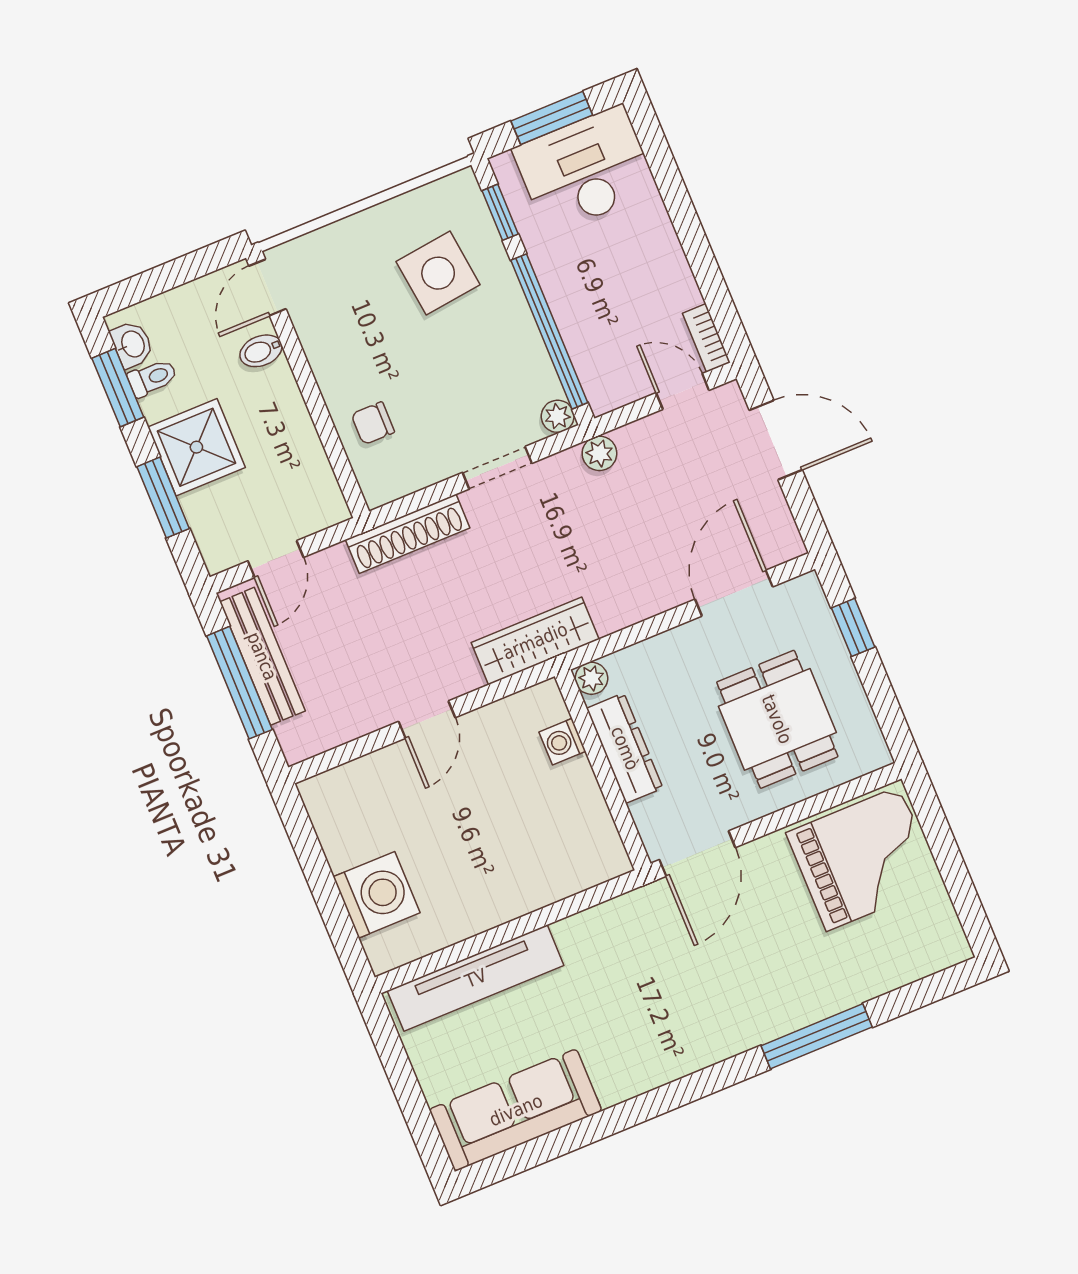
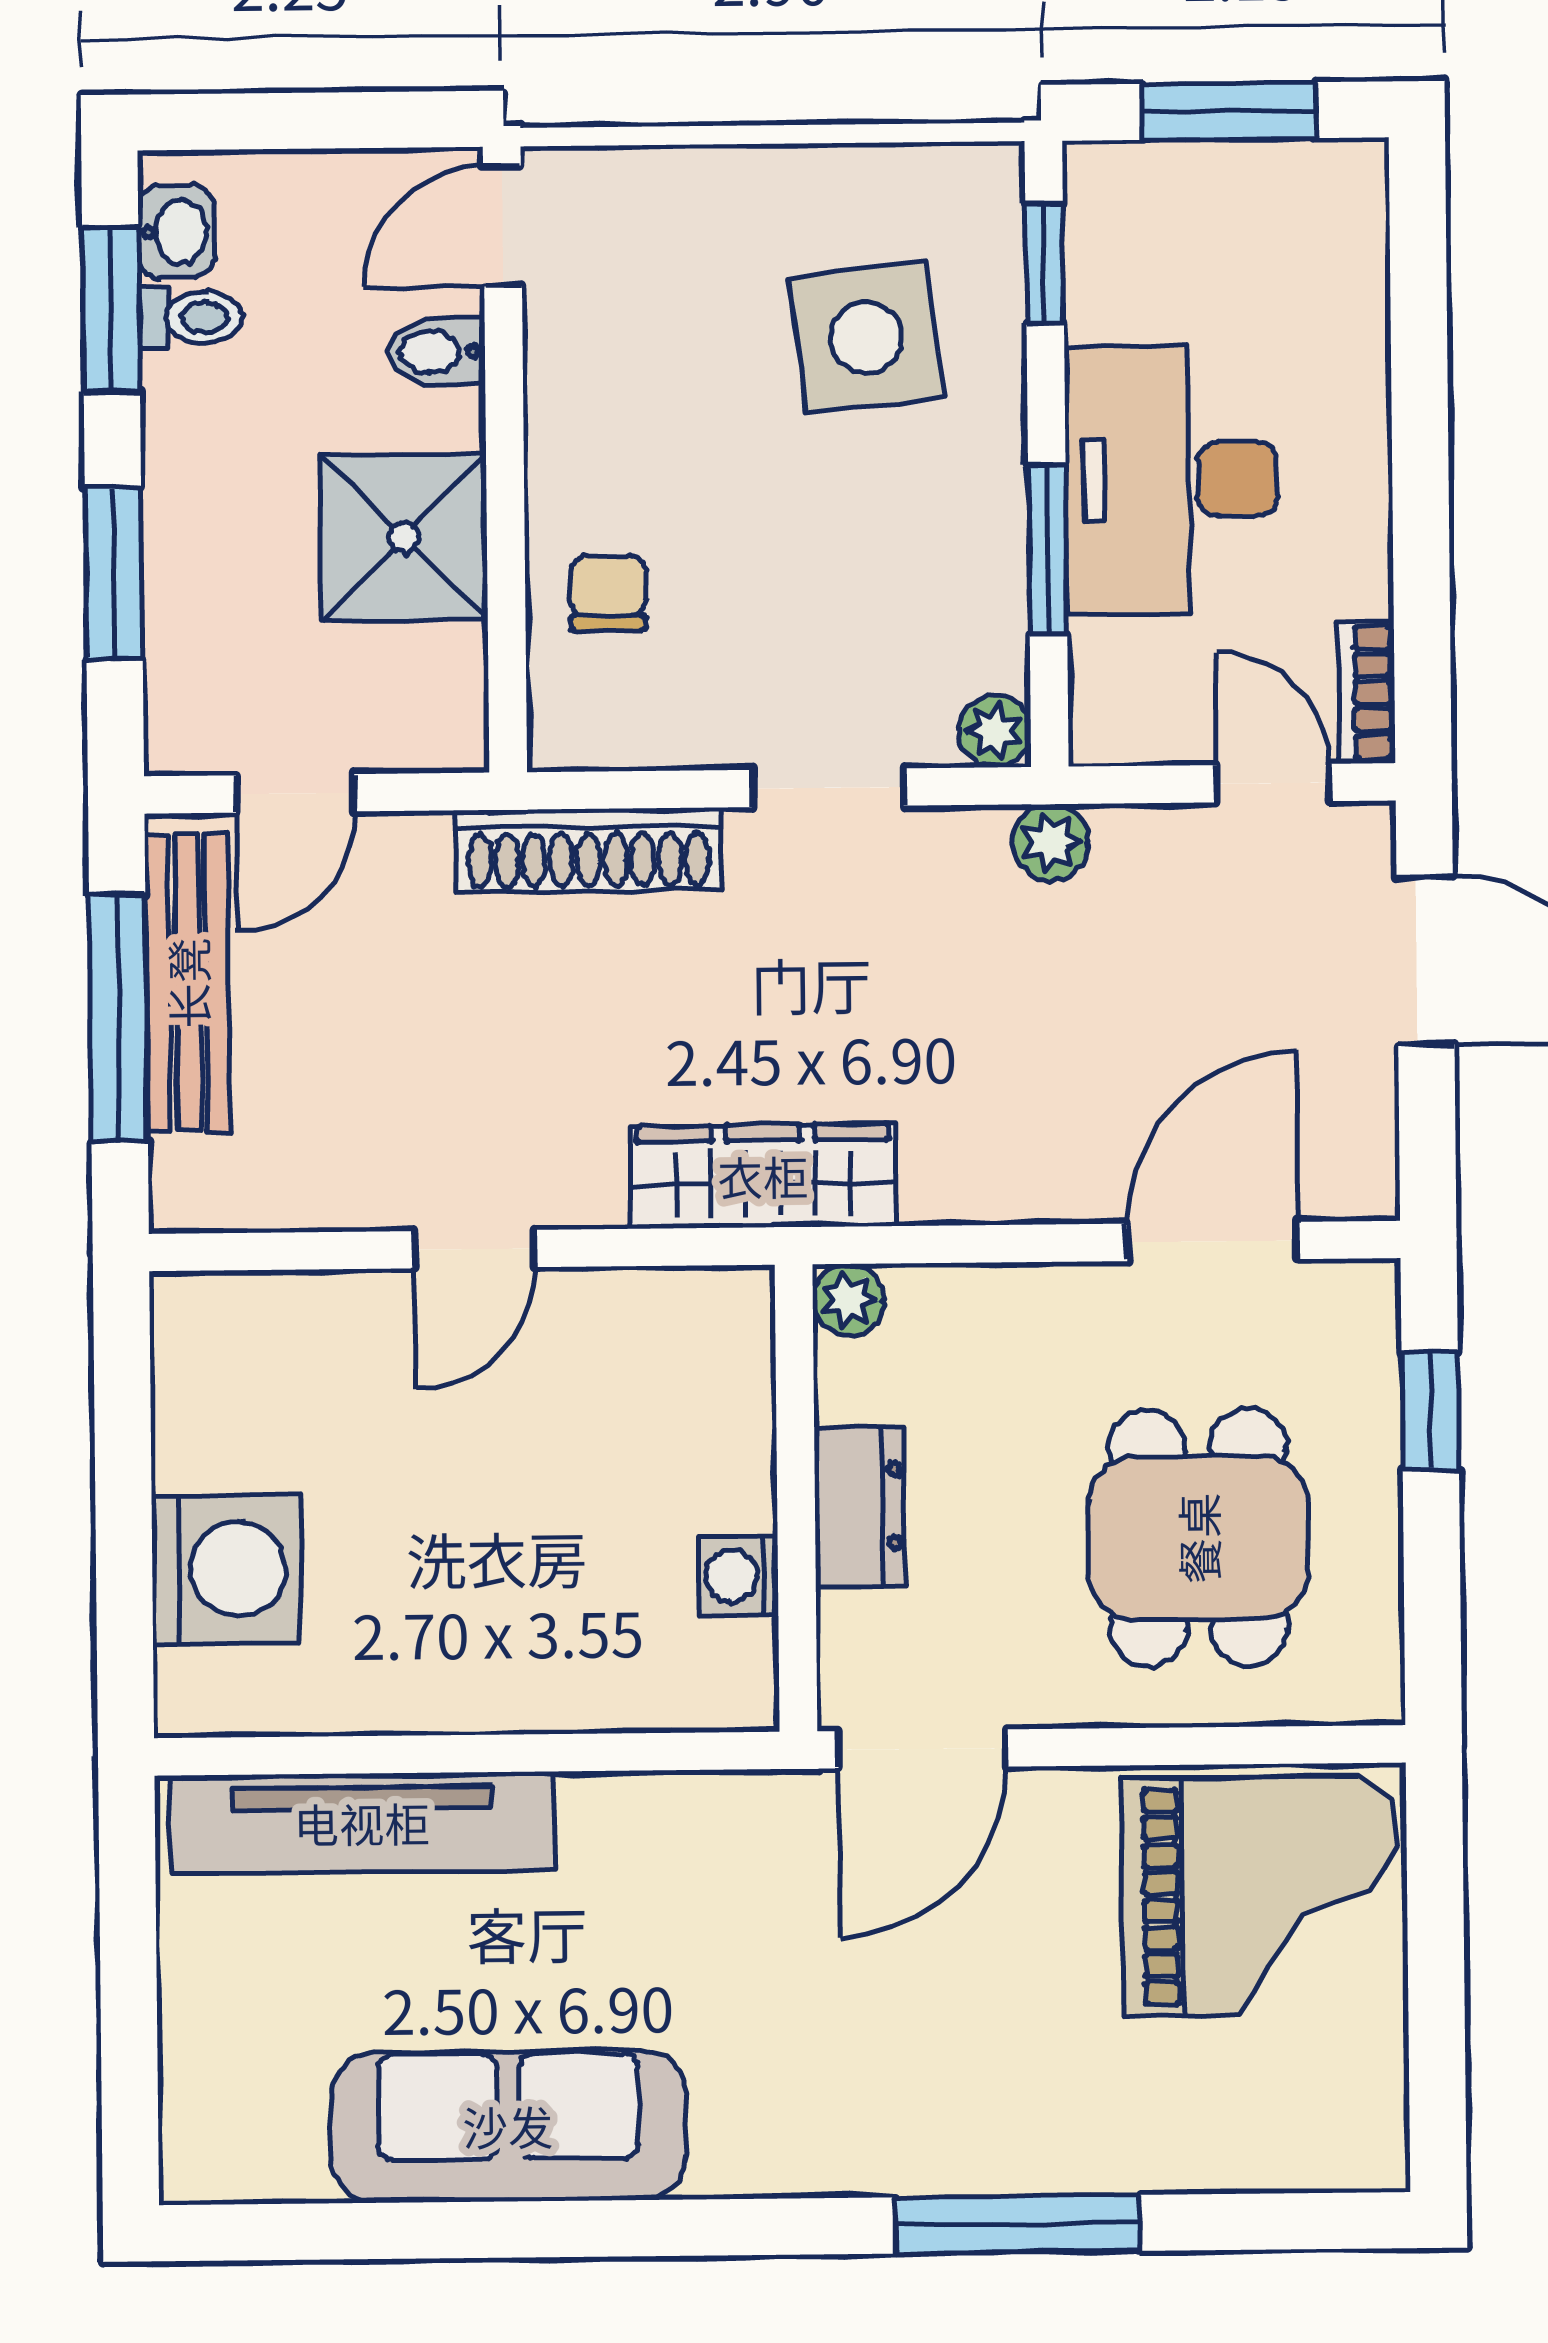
desk: (585, 170) -> (1172, 480), moved, turned -90
window: (549, 331) -> (1048, 549), width x0.47
chair: (373, 423) -> (608, 593), turned 90
shower: (196, 447) -> (404, 537), moved
washing machine: (562, 742) -> (738, 1576), moved
dresser: (625, 748) -> (860, 1506), width x0.70
sofa: (516, 1110) -> (508, 2126), moved

